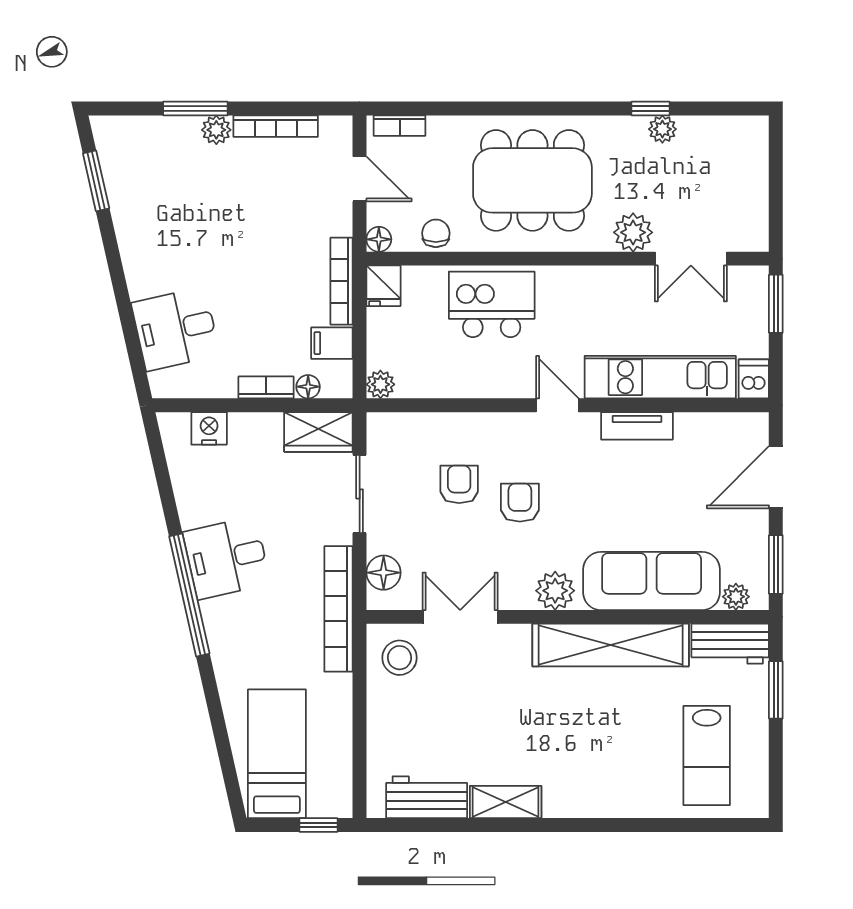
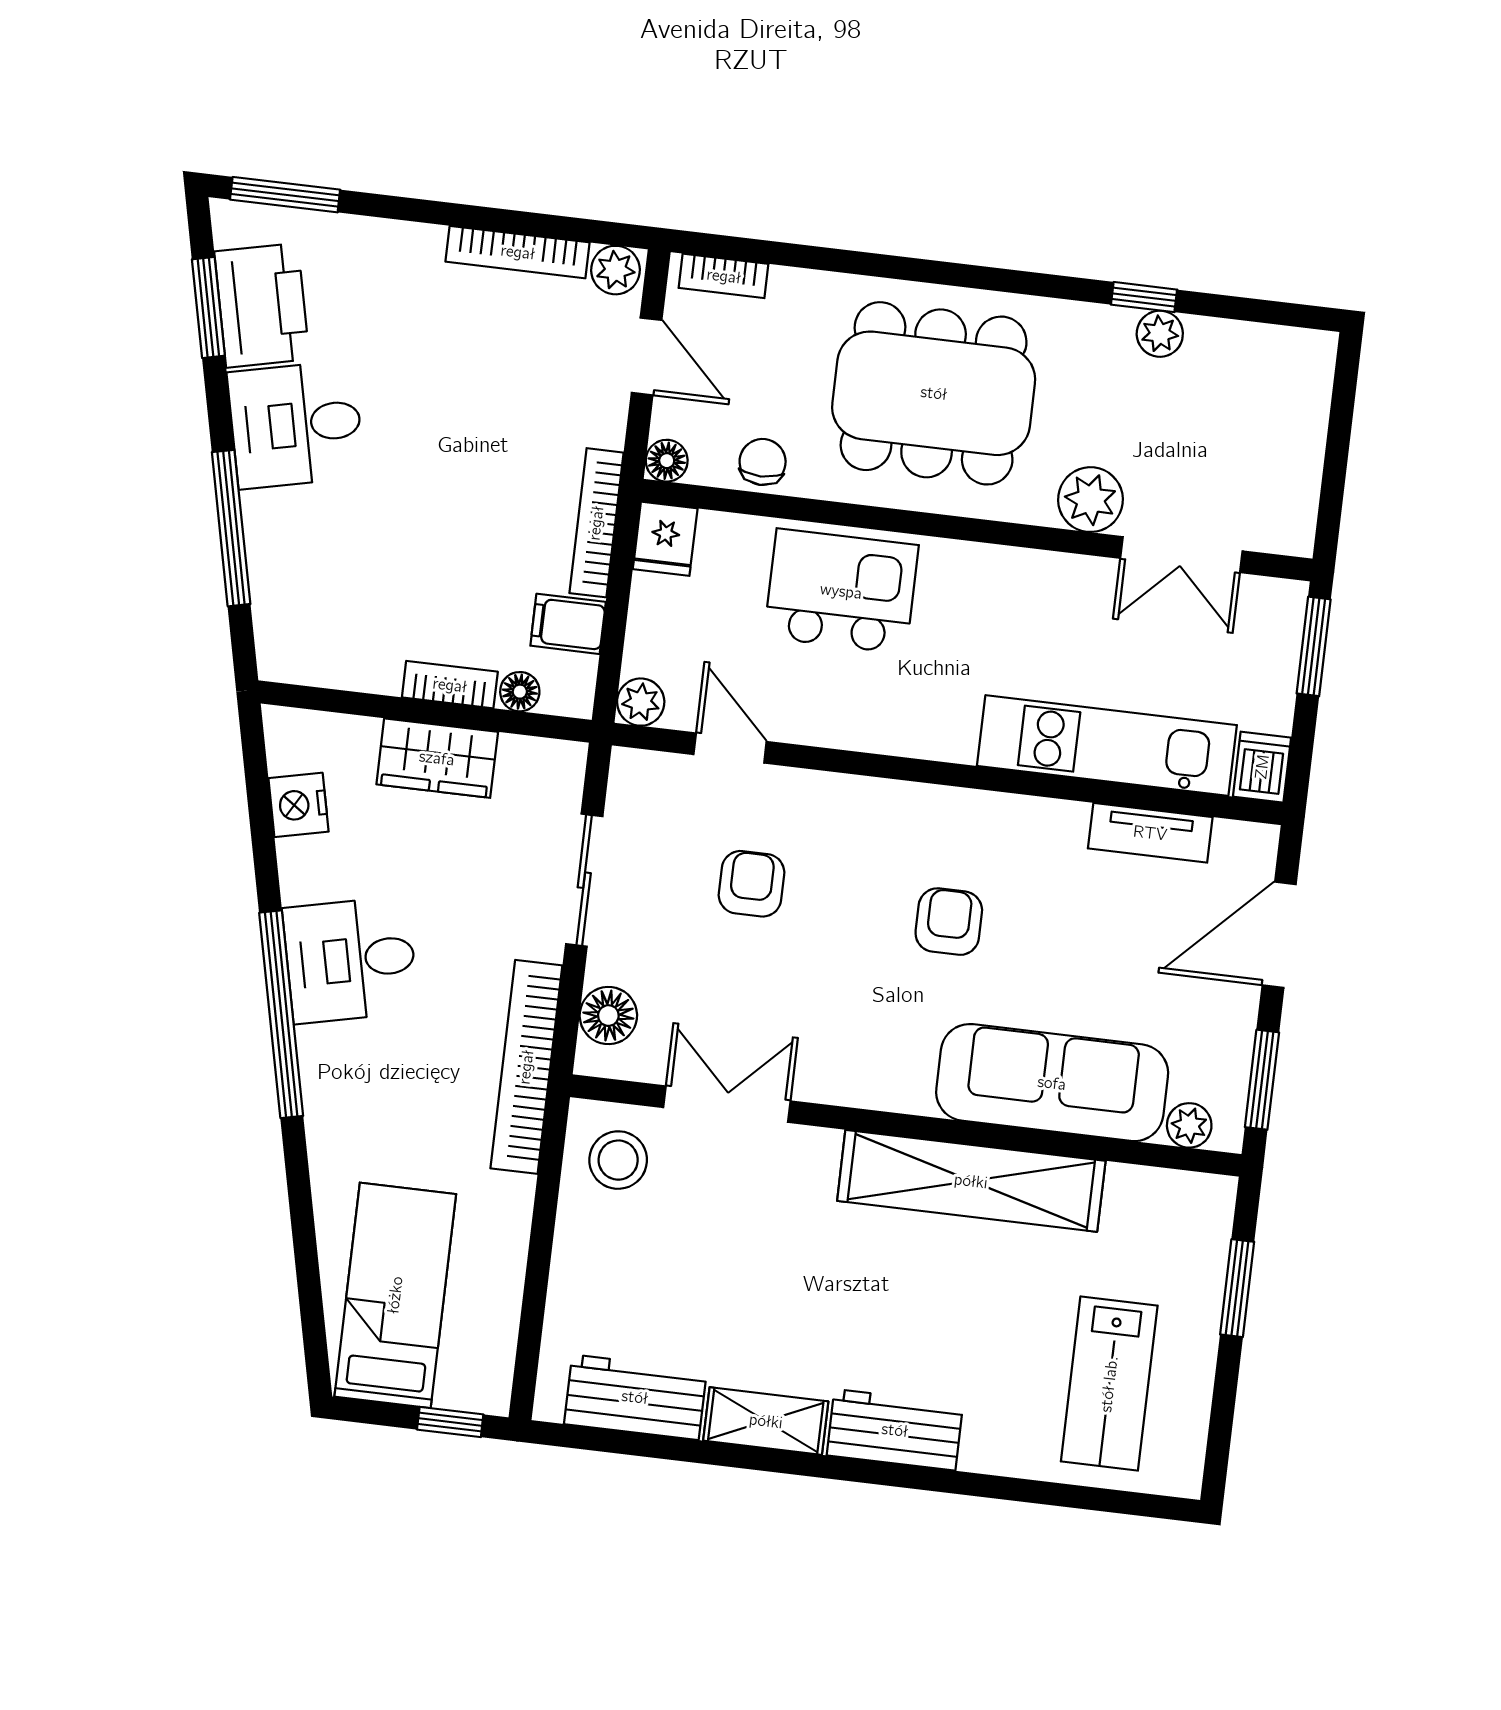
window: (195, 108) -> (285, 195), moved
plant: (216, 130) -> (616, 270), moved
printer: (128, 176) -> (262, 305), added
window: (125, 310) -> (231, 528), added
desk: (175, 329) -> (296, 425), moved
door: (557, 405) -> (730, 748), moved
tv unit: (637, 426) -> (1150, 833), moved
nightstand: (209, 428) -> (299, 805), moved, turned -103
wardrobe: (318, 432) -> (437, 758), moved
armchair: (520, 503) -> (949, 922), moved
plant: (555, 591) -> (890, 1080), removed
workbench: (730, 644) -> (895, 1430), moved, turned 180

